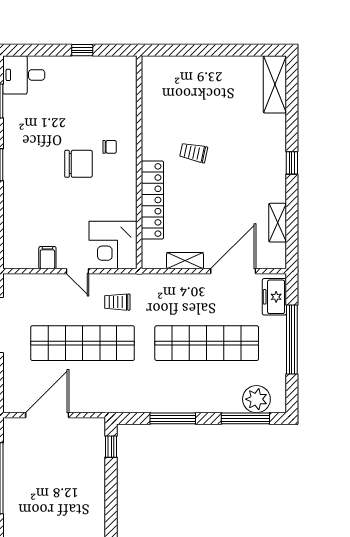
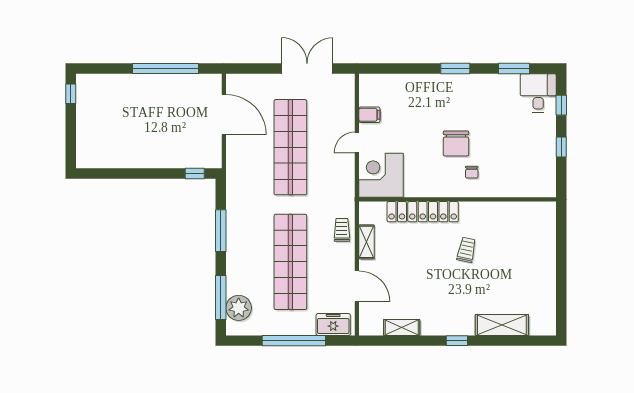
window: (37, 50) -> (561, 105), added
shelving: (275, 84) -> (502, 325), moved
door: (233, 271) -> (357, 286), width x0.73
trolley: (117, 302) -> (342, 230), moved

